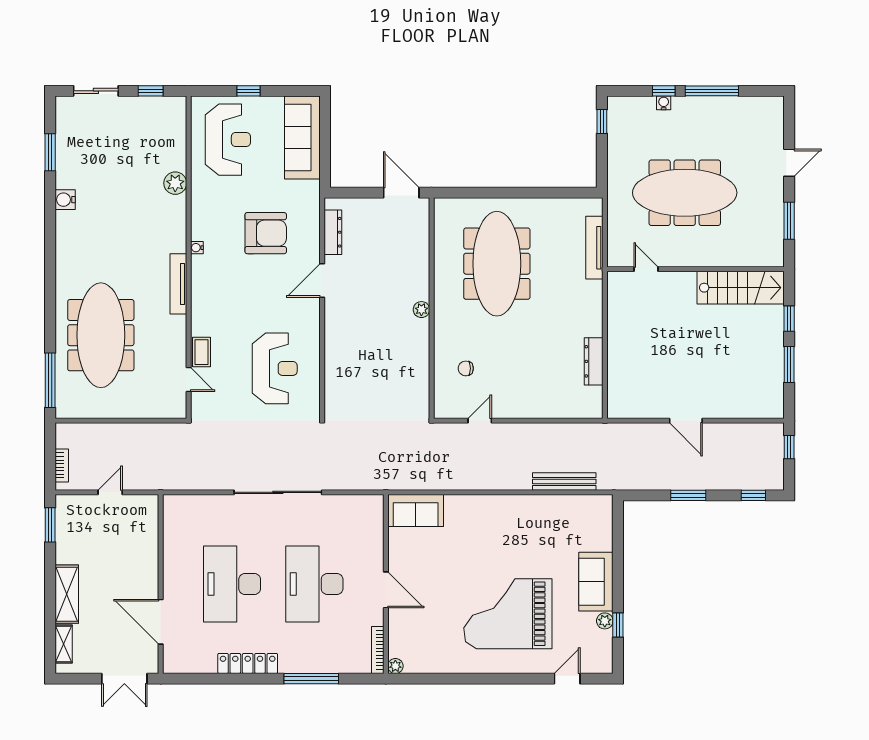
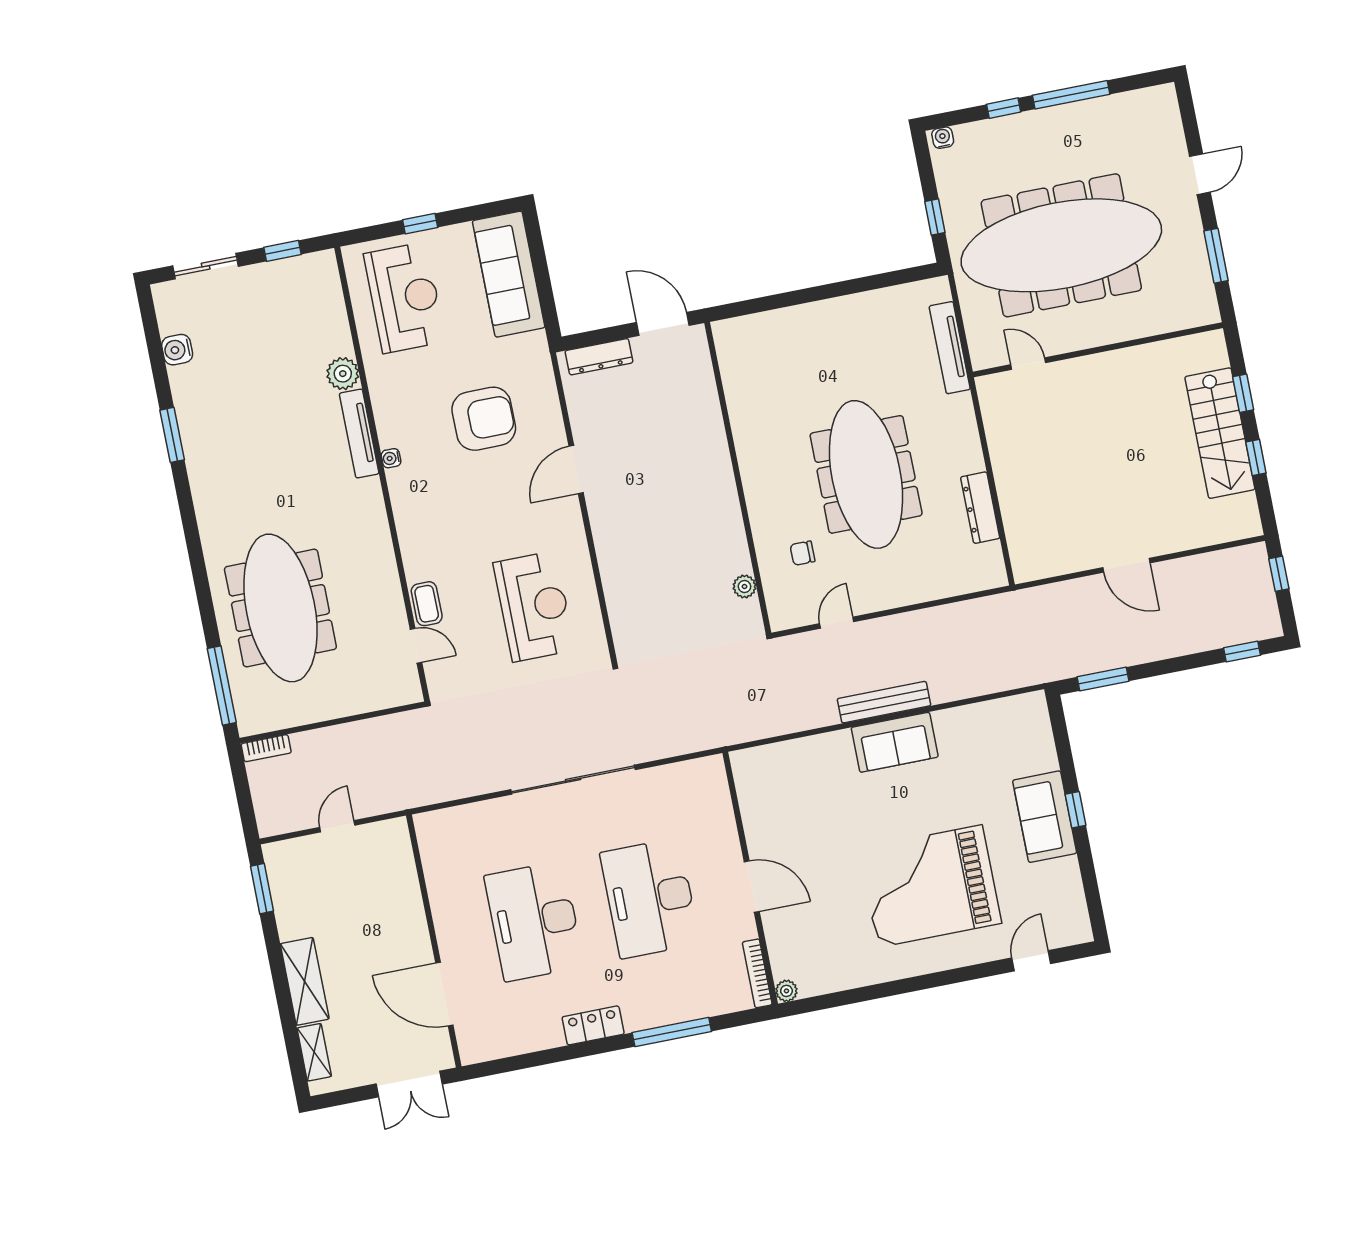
water cooler: (664, 103) -> (943, 138), moved
window: (602, 122) -> (935, 217), moved
window: (50, 152) -> (172, 435), moved
meeting table: (685, 193) -> (1061, 245), width x1.36, depth x1.27
water cooler: (65, 200) -> (177, 350), moved
dresser: (333, 232) -> (599, 357), moved, turned 90
meeting table: (497, 264) -> (866, 474), moved
tv unit: (178, 284) -> (359, 433), moved
stairs: (741, 288) -> (1220, 433), moved, turned 90
plant: (421, 310) -> (744, 587), moved
window: (789, 364) -> (1256, 458), width x0.67
bookcase: (62, 465) -> (266, 748), moved, turned 90
bench: (564, 481) -> (884, 702), moved
window: (688, 495) -> (1103, 679), moved
sofa: (416, 510) -> (895, 742), moved
plant: (605, 621) -> (1068, 869), removed
window: (618, 625) -> (1075, 810), moved
locker: (248, 663) -> (593, 1025), width x0.66

